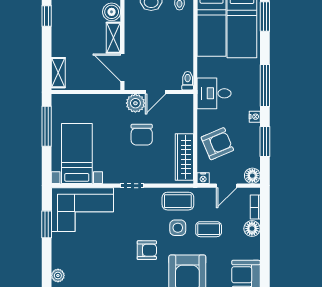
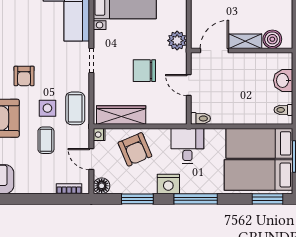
plant: (135, 103) -> (177, 41), moved
nightstand: (255, 117) -> (168, 184), width x1.89, depth x1.79
floor lamp: (252, 229) -> (47, 186), removed

